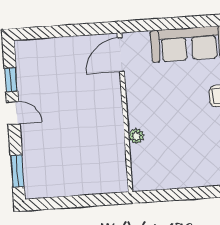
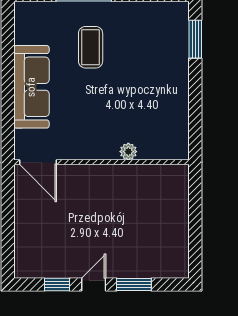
window: (17, 171) -> (134, 285), moved

